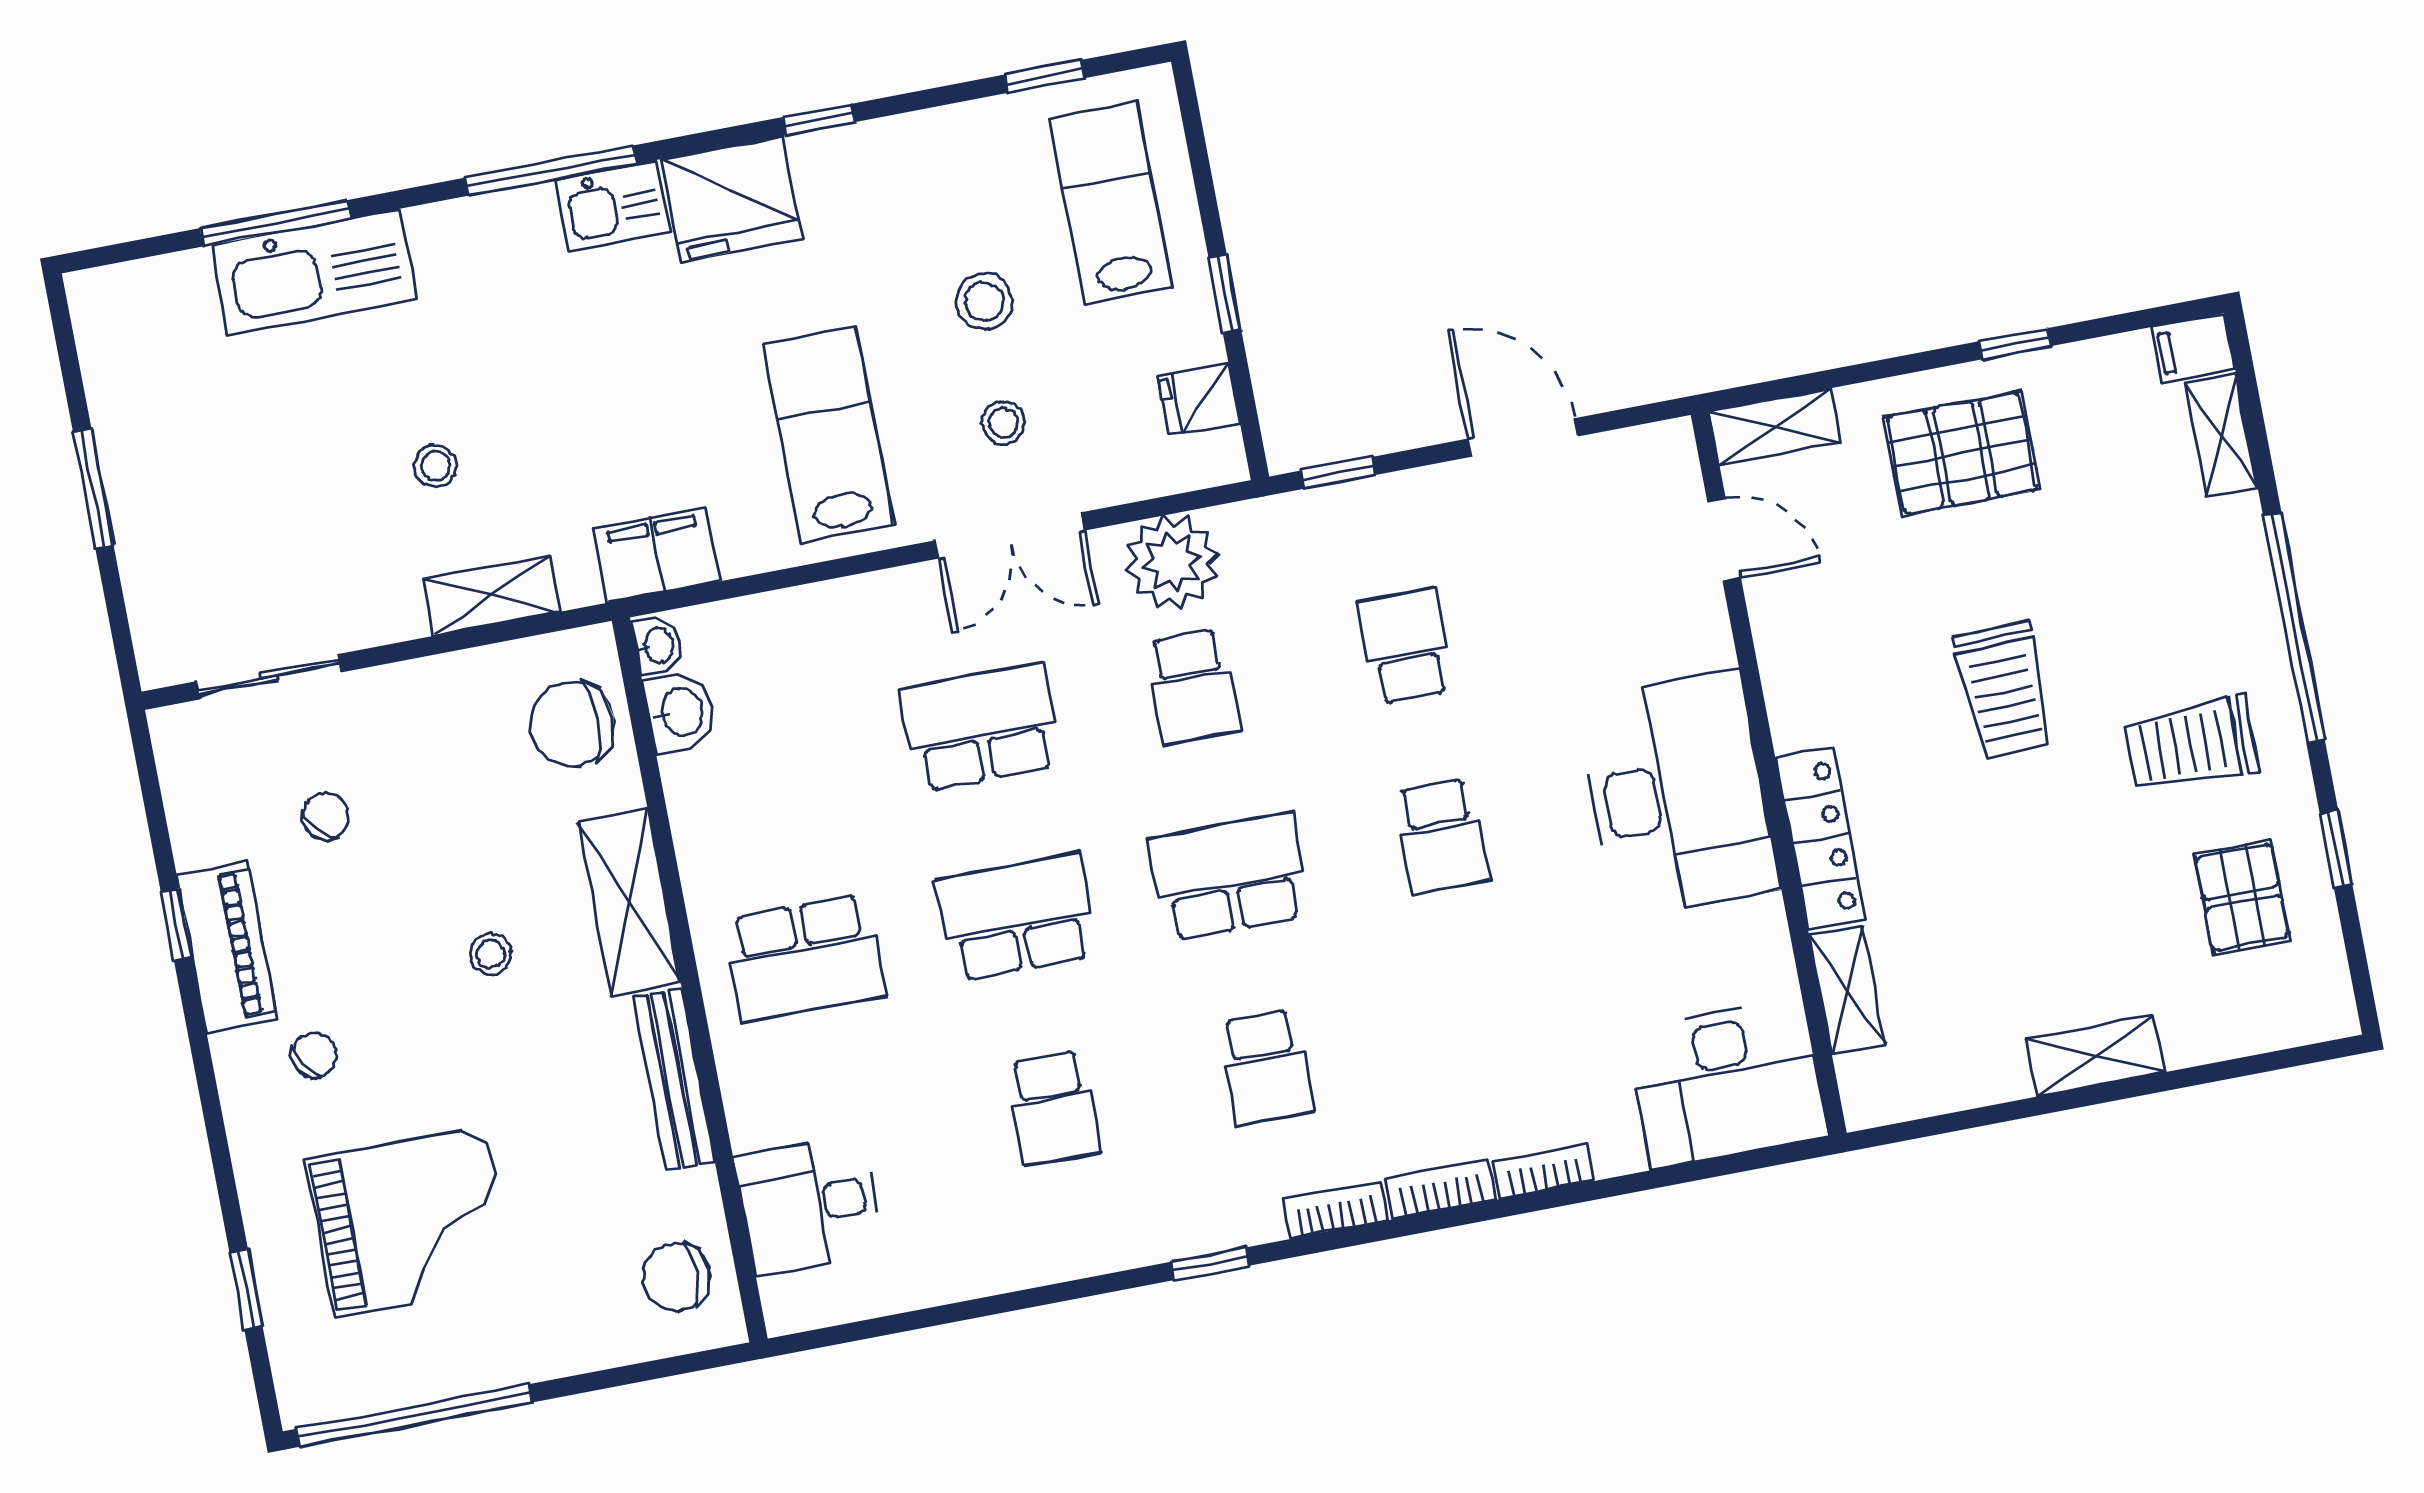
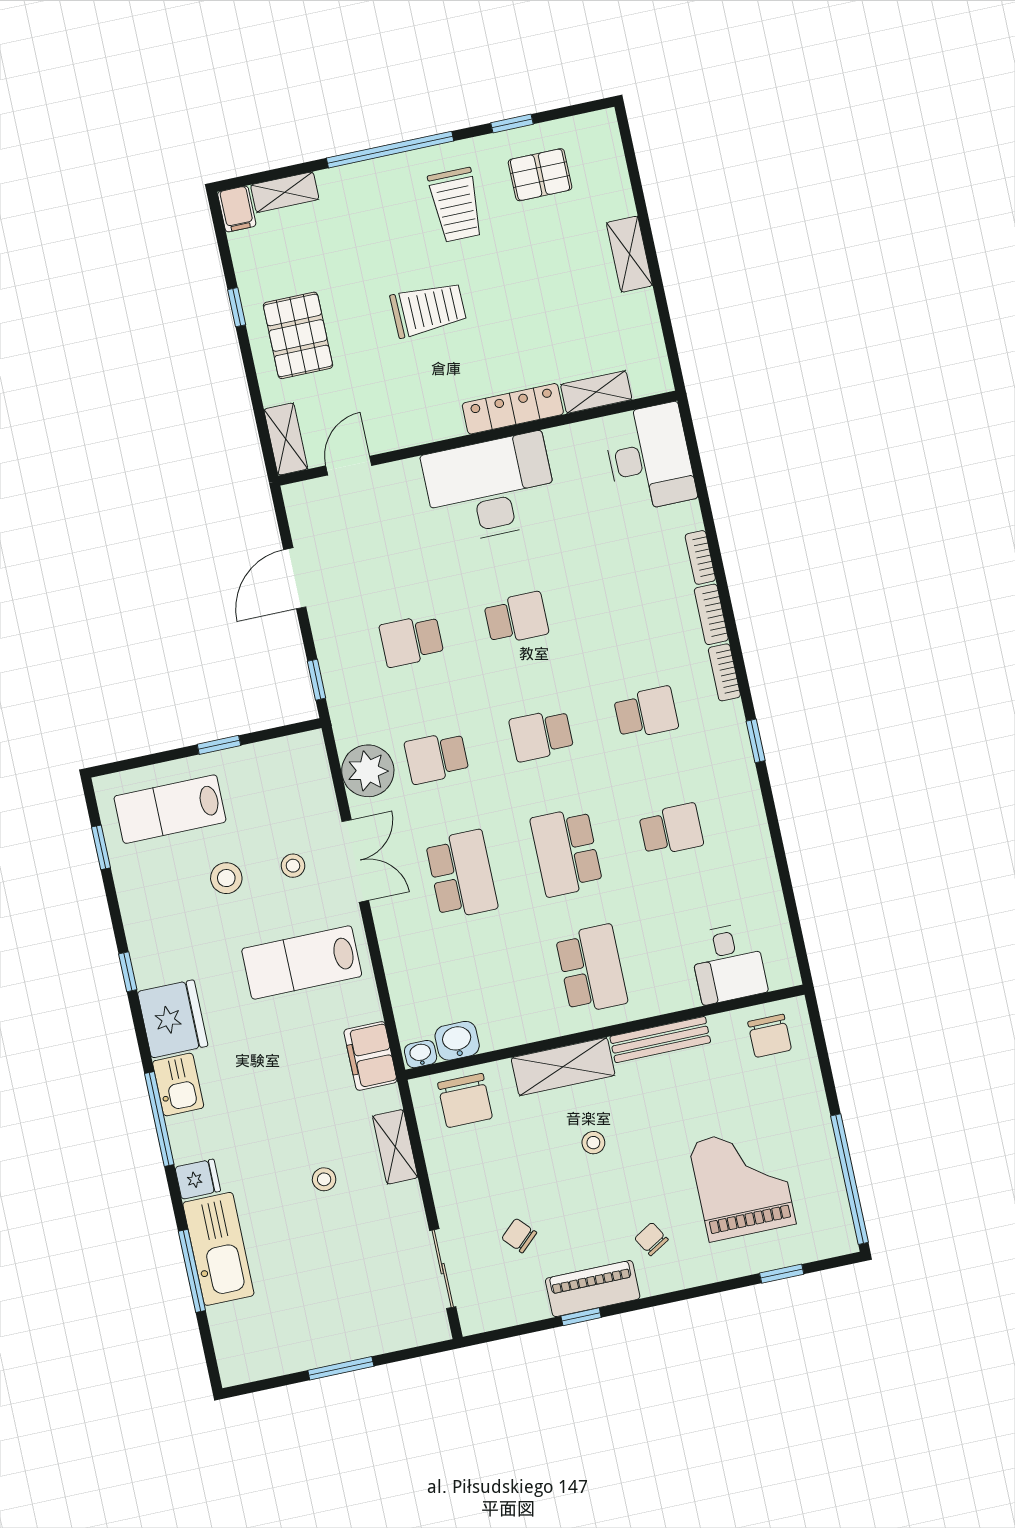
fridge: (1199, 399) -> (198, 1179), moved, turned -90
school desk: (1193, 687) -> (437, 758), turned 180
school desk: (981, 727) -> (462, 875), turned 180
school desk: (1229, 877) -> (541, 735), width x0.54

